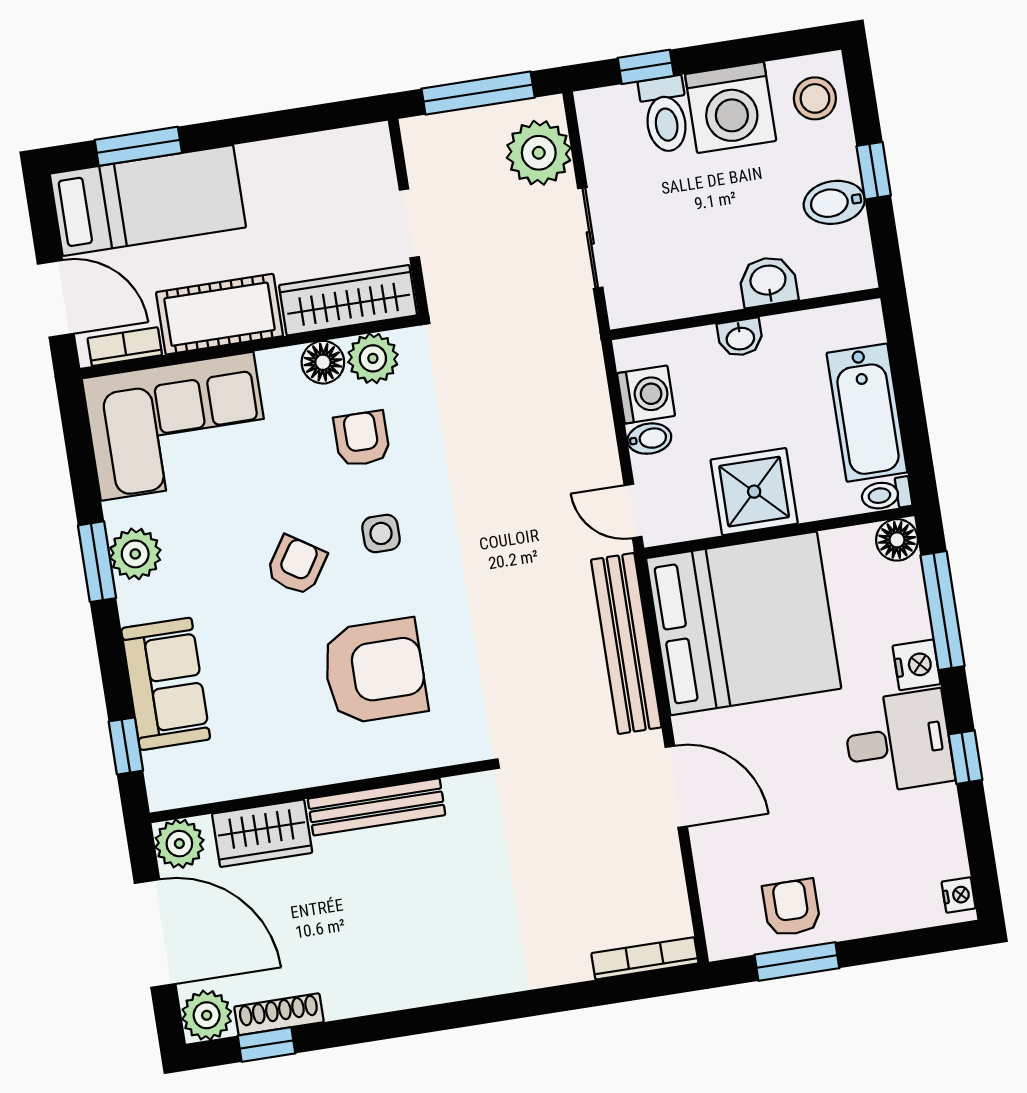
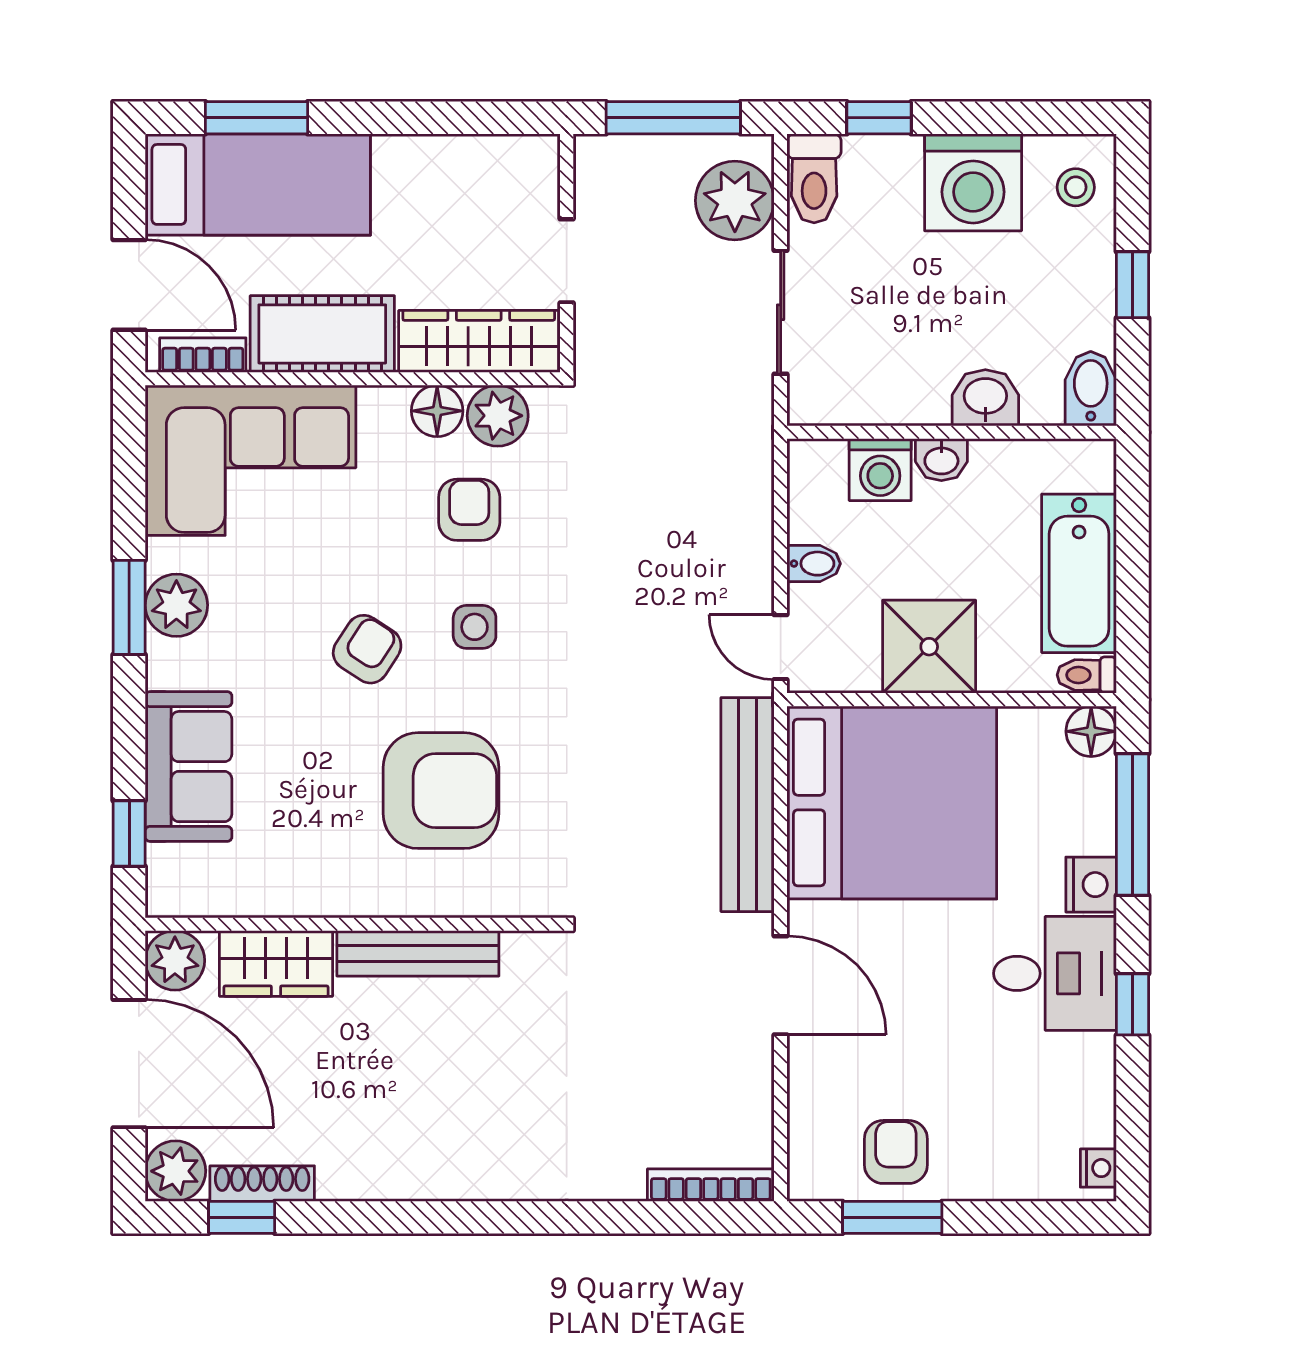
stool: (815, 98) -> (1076, 187), width x0.73, depth x0.73
toilet: (665, 114) -> (814, 178), moved
bidet: (834, 202) -> (1091, 389), moved, turned 90
washing machine: (646, 395) -> (880, 470), moved, turned 90

